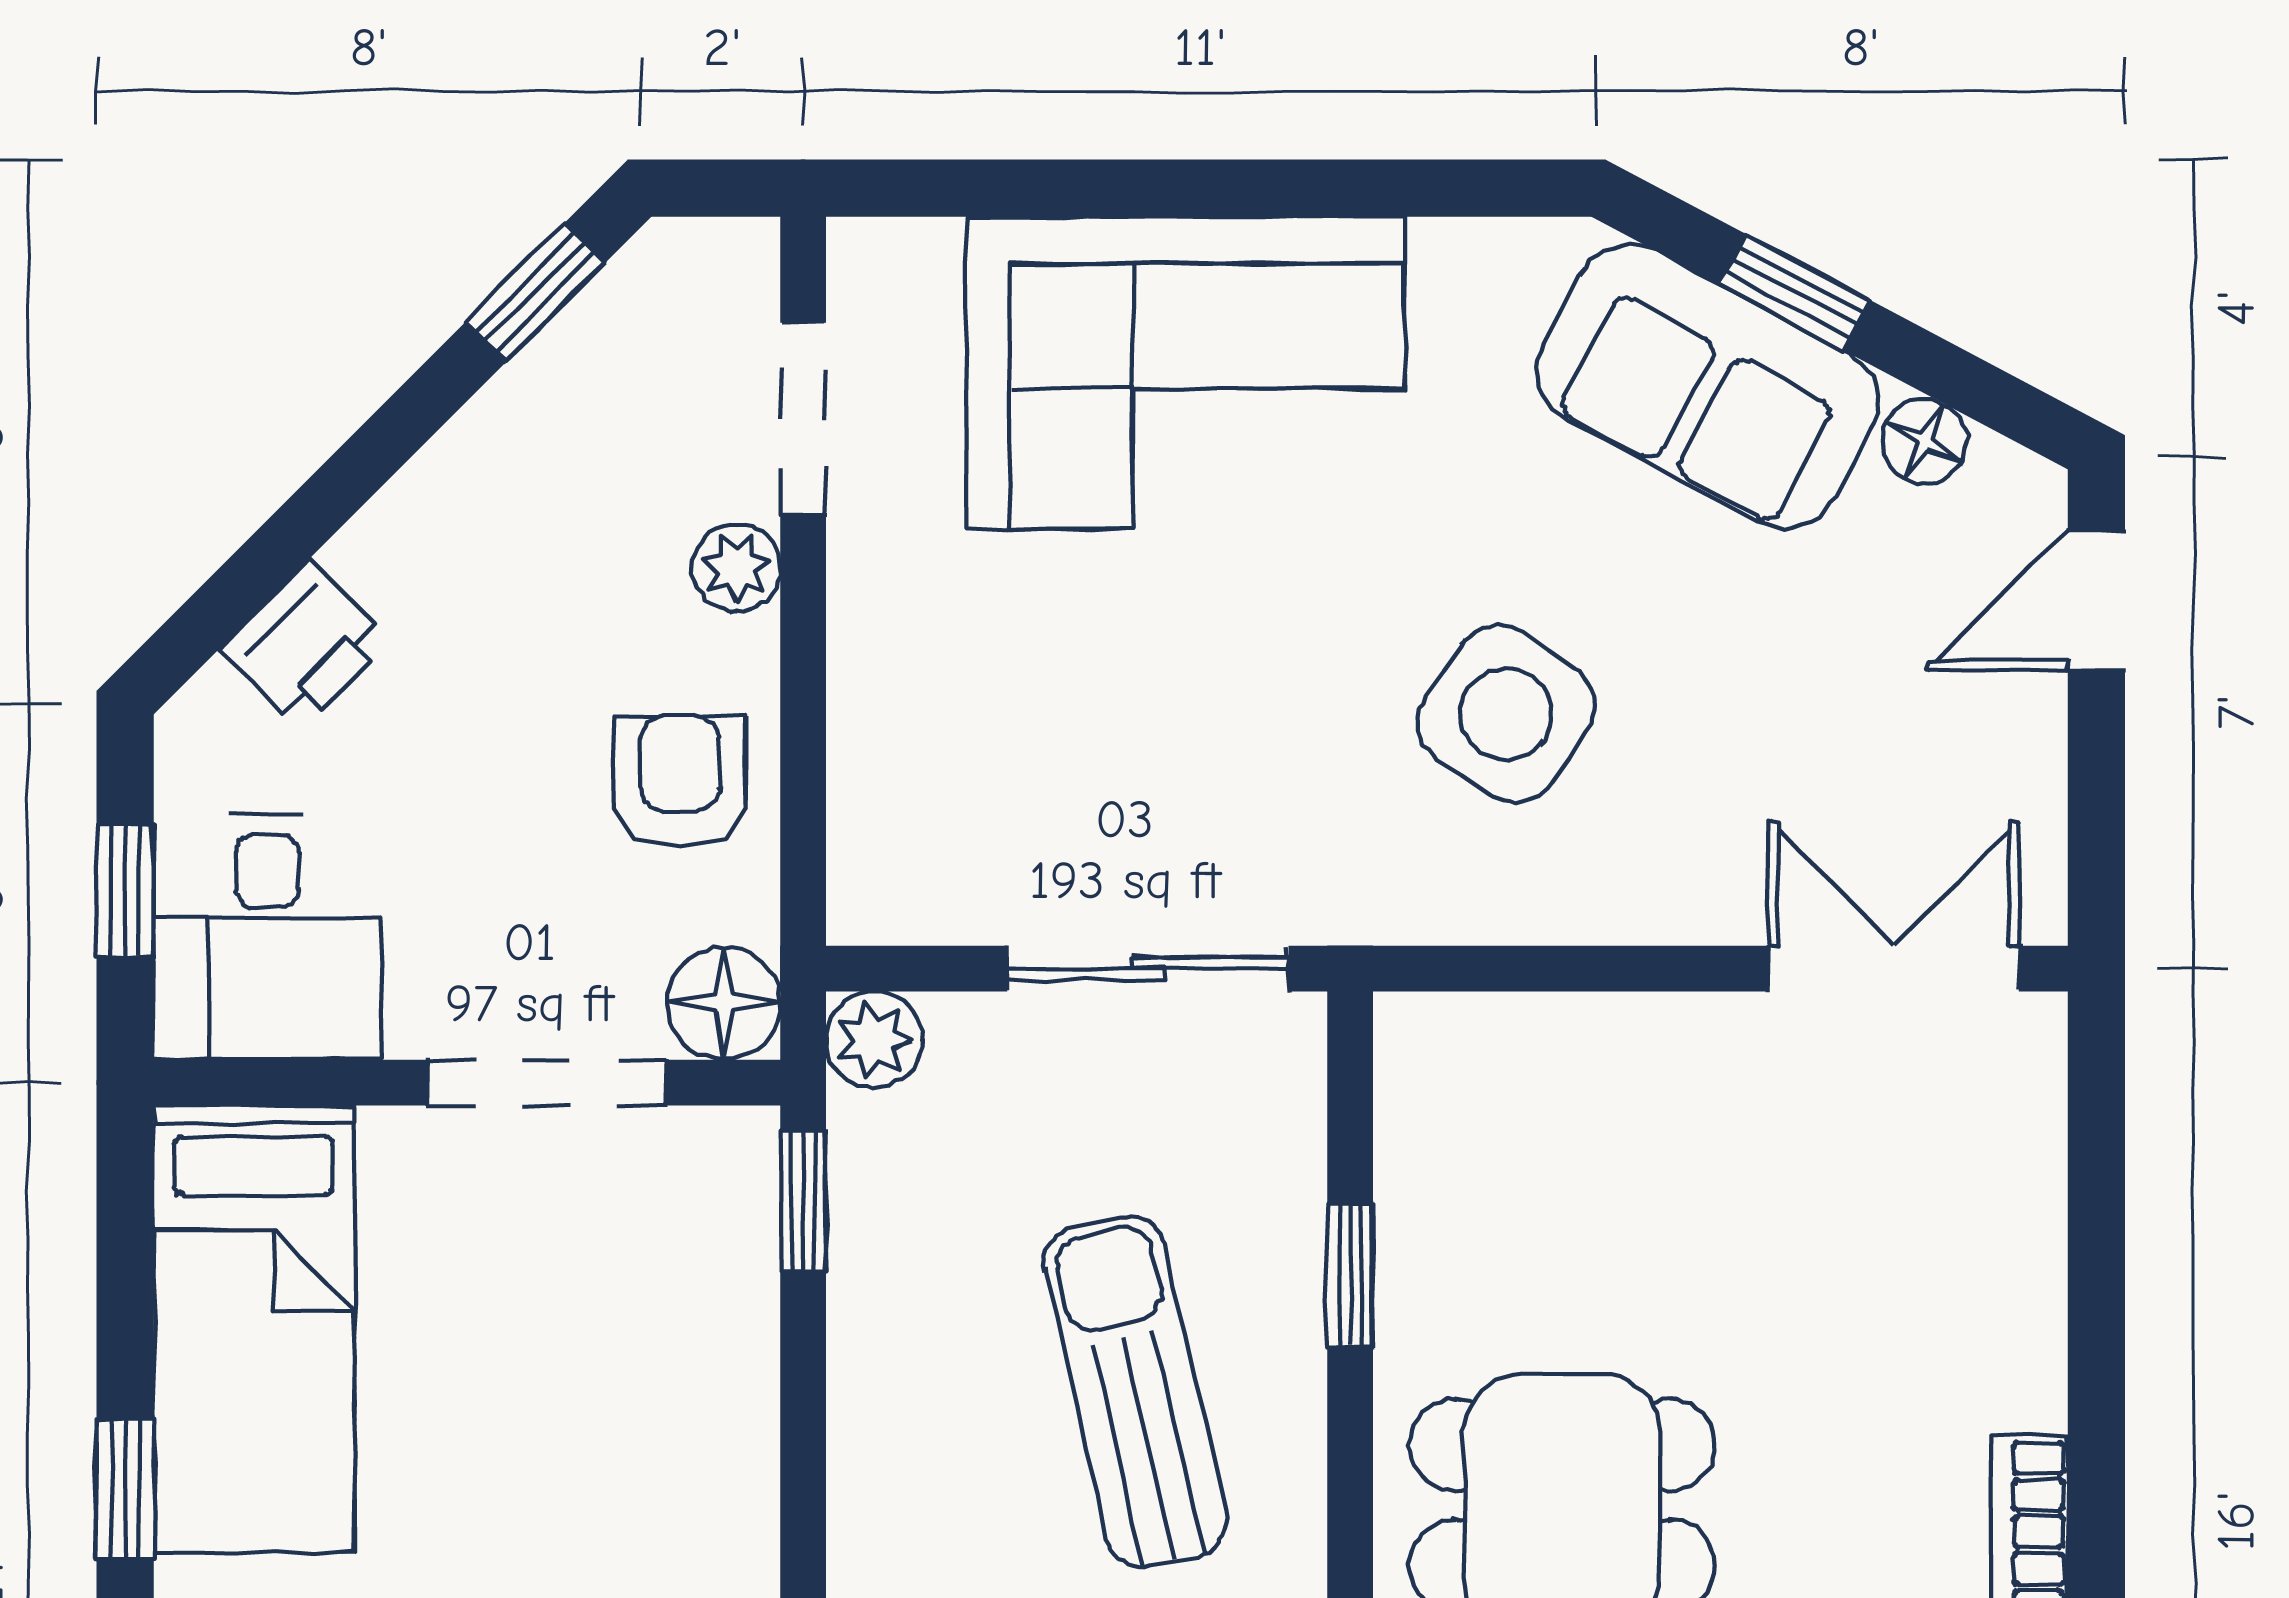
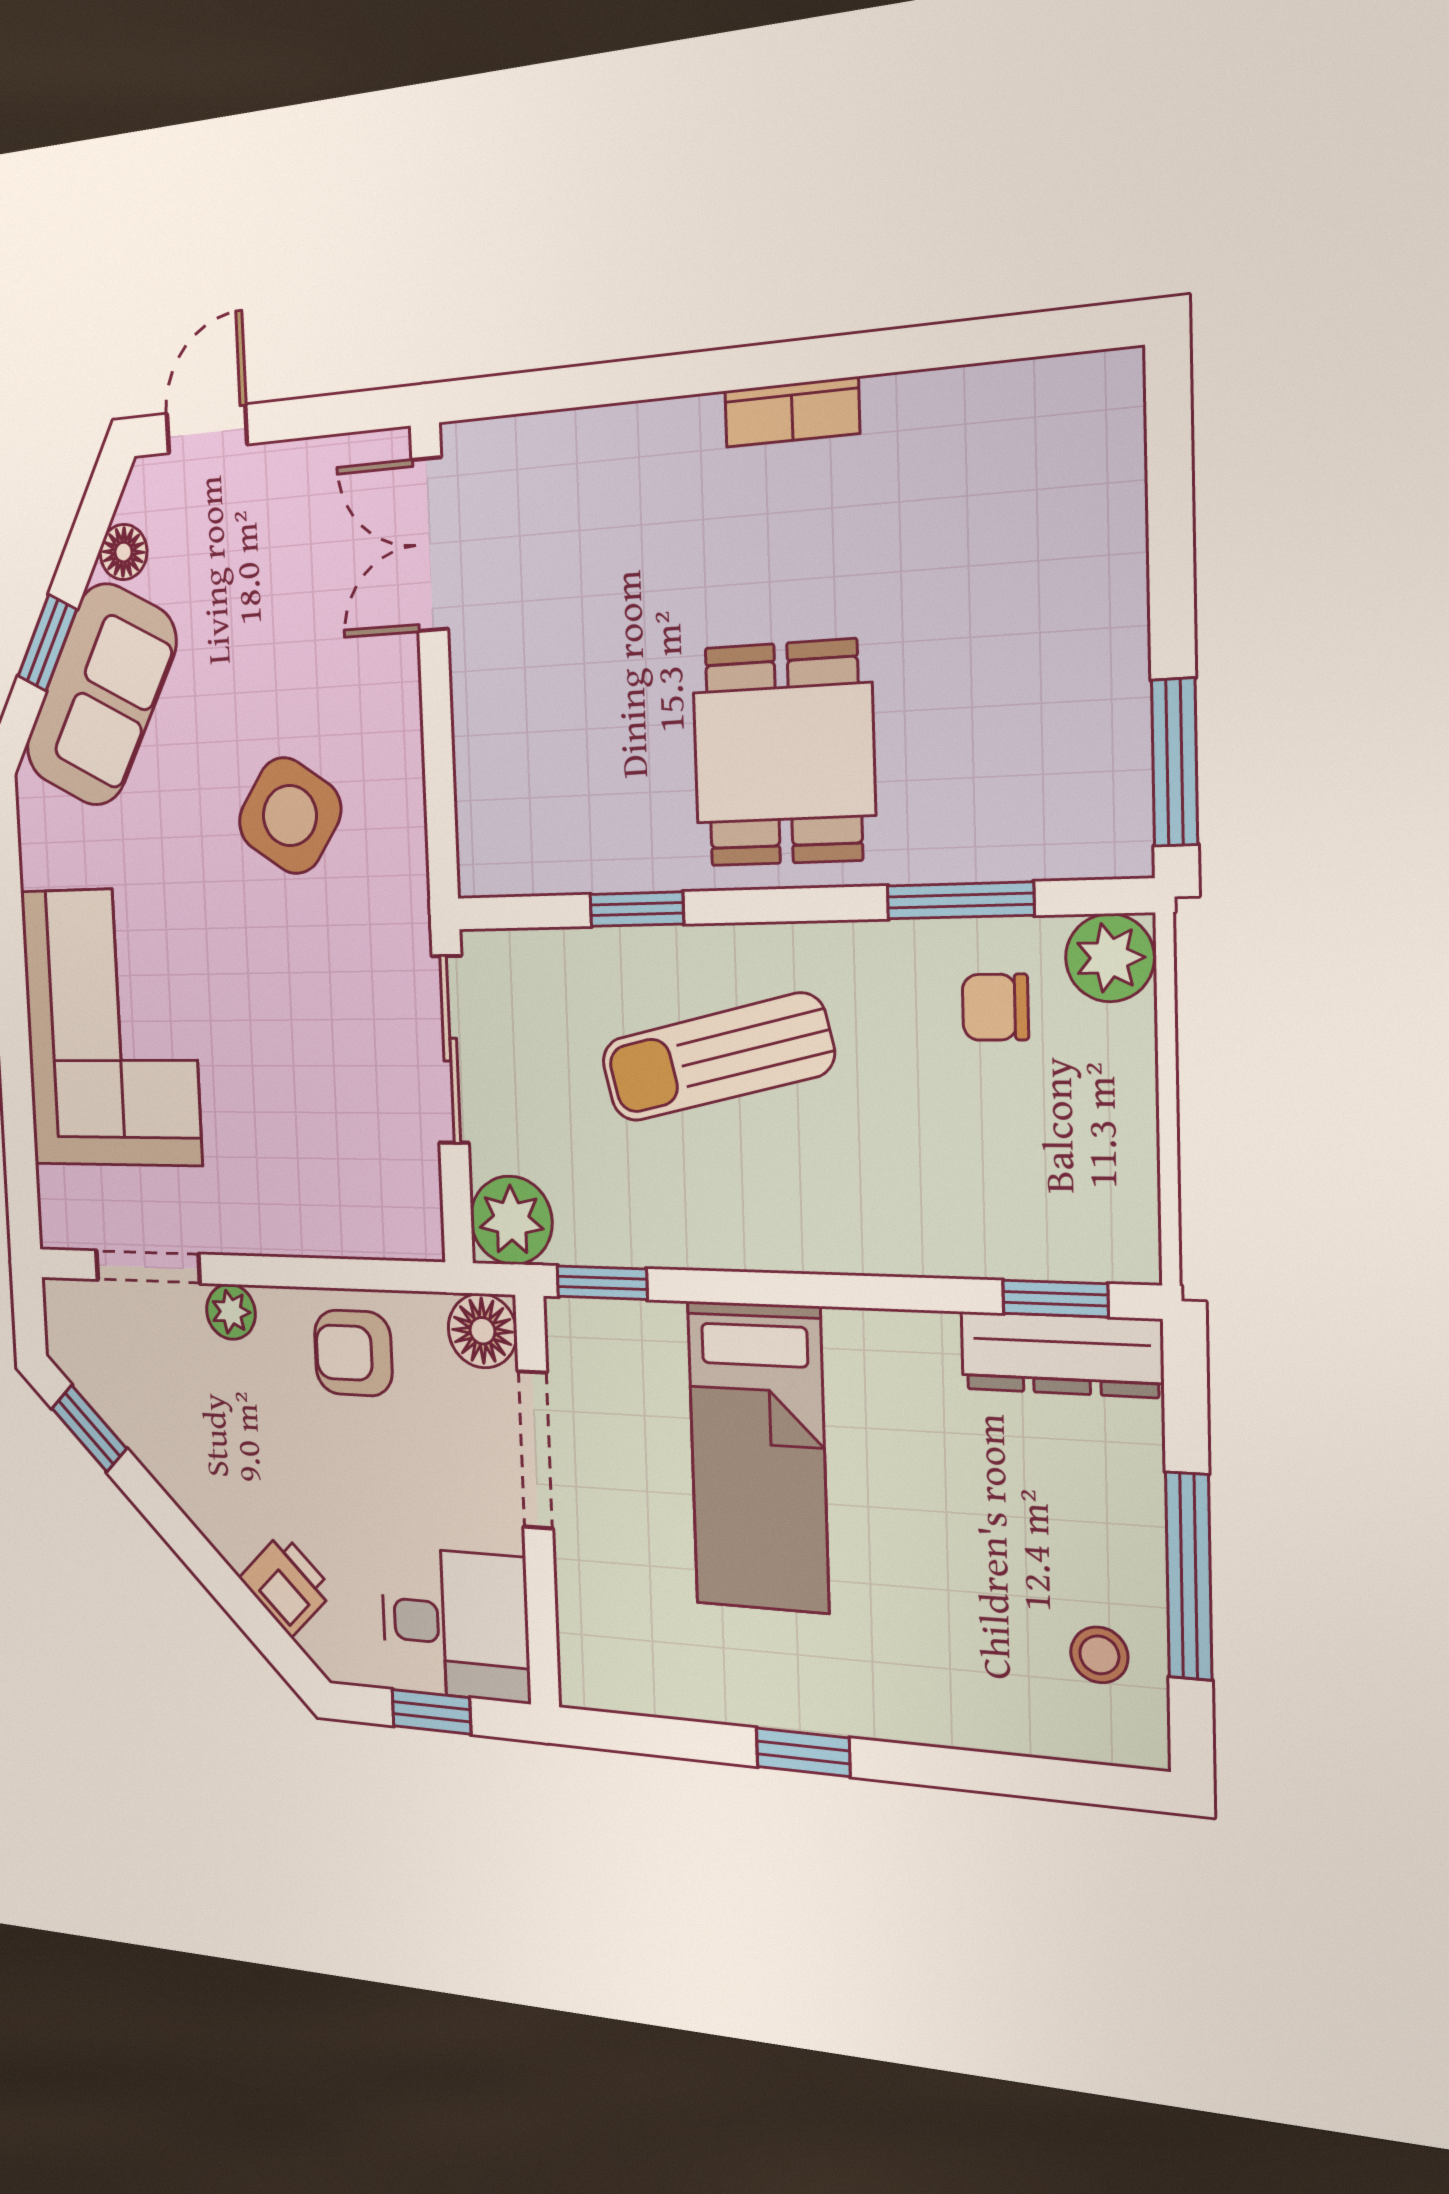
door: (2096, 600) -> (207, 429), swing flipped
plant: (874, 1040) -> (511, 1220), width x1.38, depth x1.38
bed: (254, 1329) -> (758, 1457), moved, turned 90

